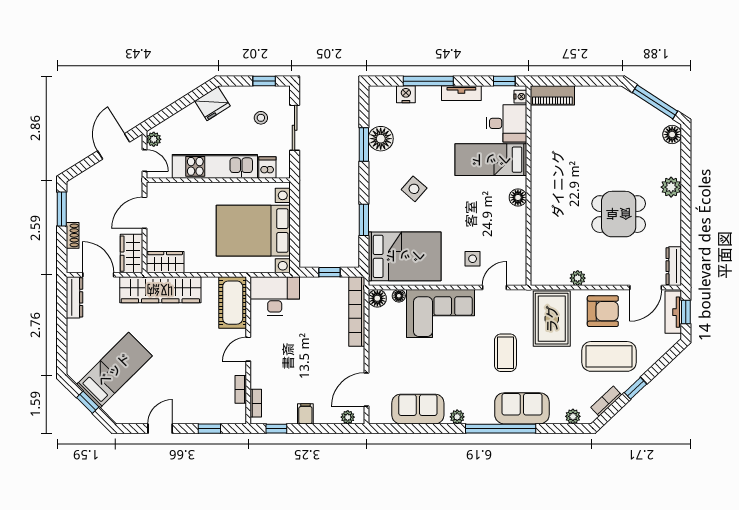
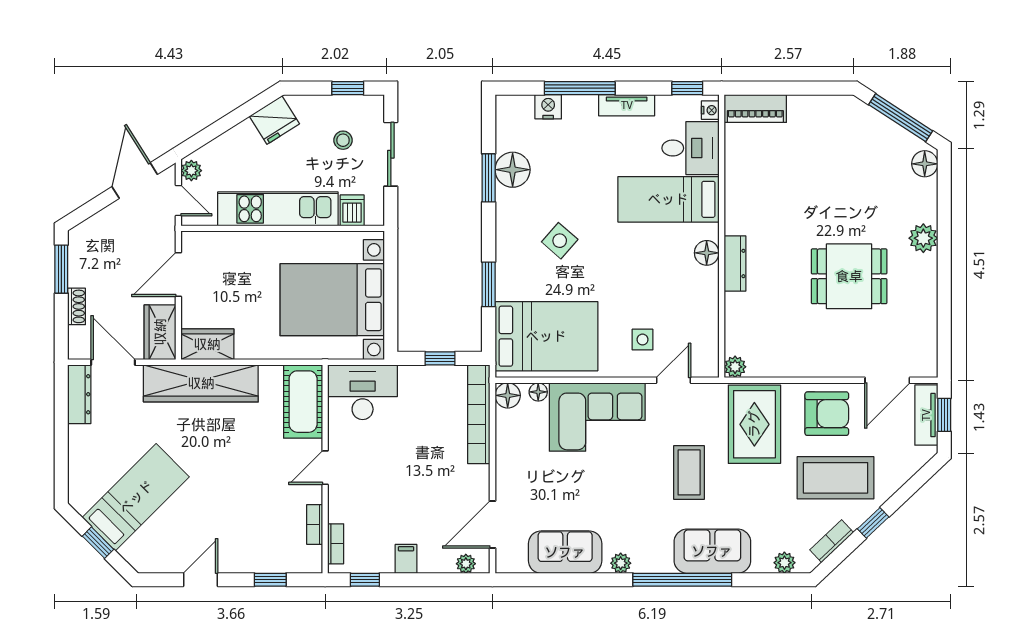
dresser: (674, 266) -> (735, 264), moved, turned 180
plant: (578, 278) -> (735, 367), moved

